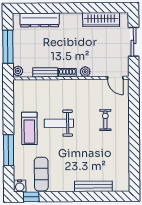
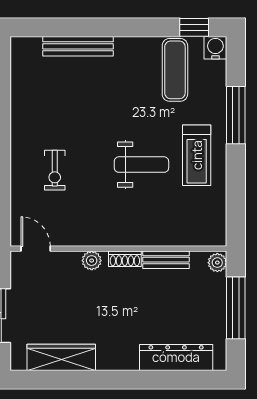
treadmill: (29, 128) -> (197, 155), turned 180

